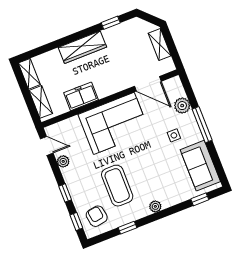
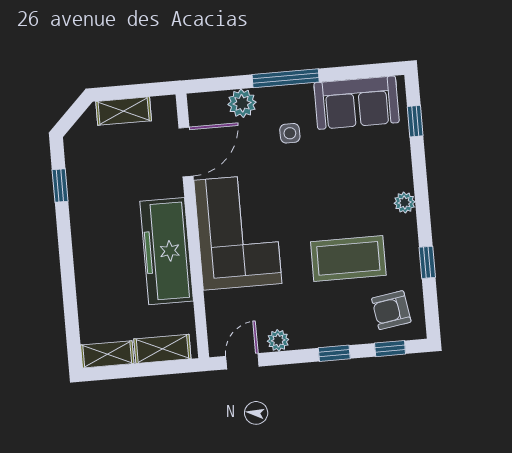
wardrobe: (82, 47) -> (88, 248), removed
freezer: (81, 96) -> (167, 251), width x1.91, depth x1.26

